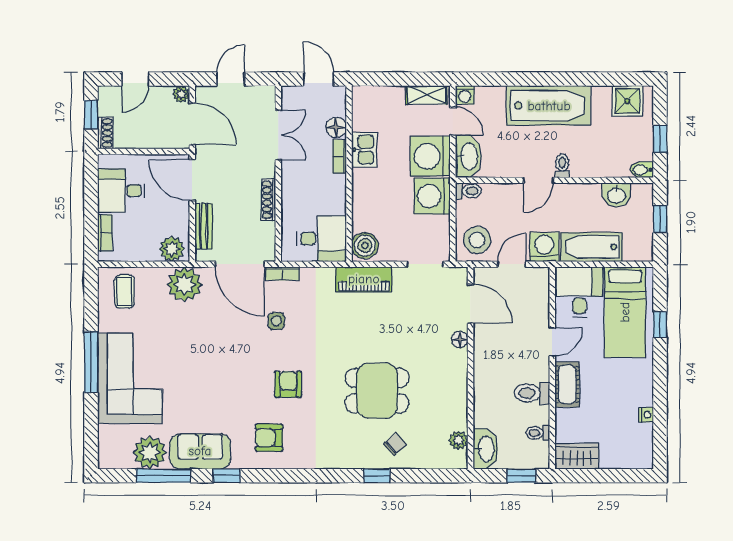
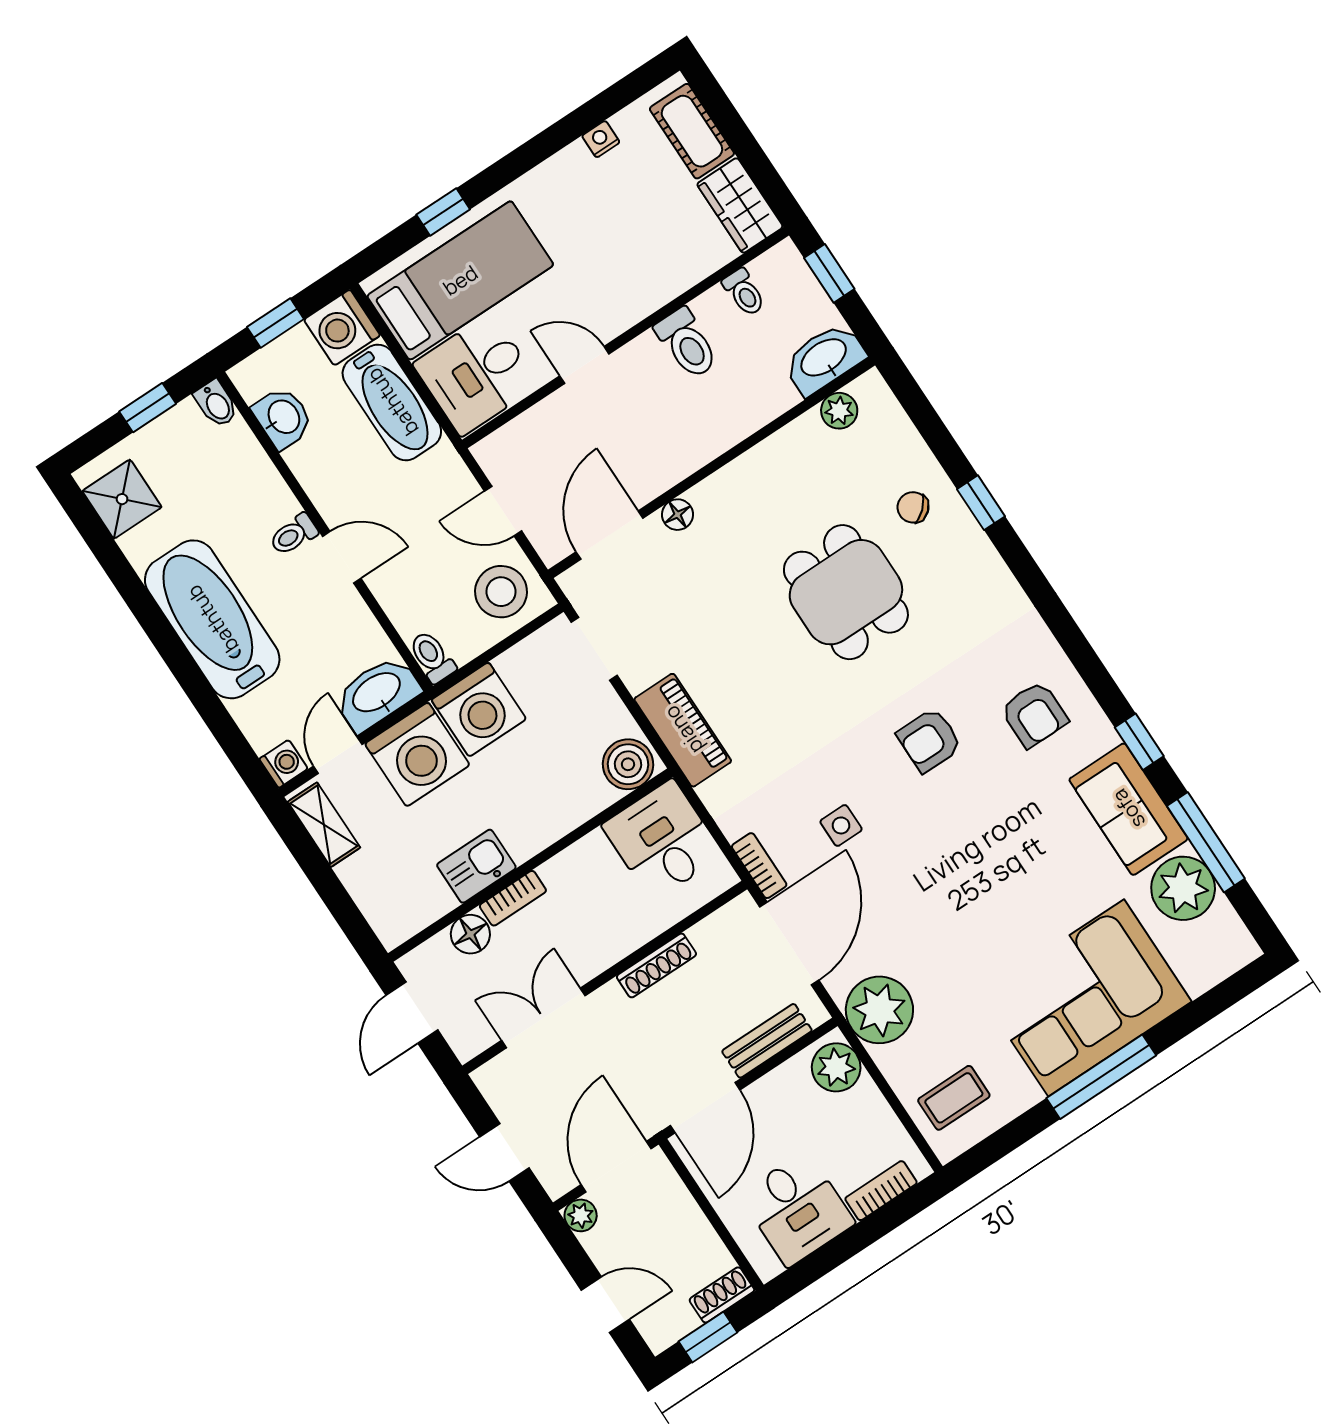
washing machine: (544, 247) -> (342, 327), moved
cot: (567, 384) -> (692, 131), moved, turned 90

